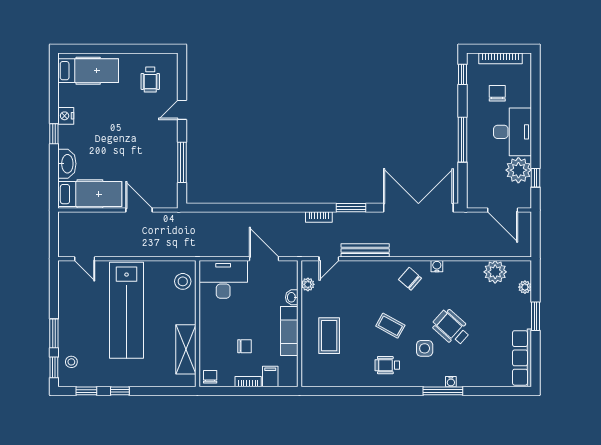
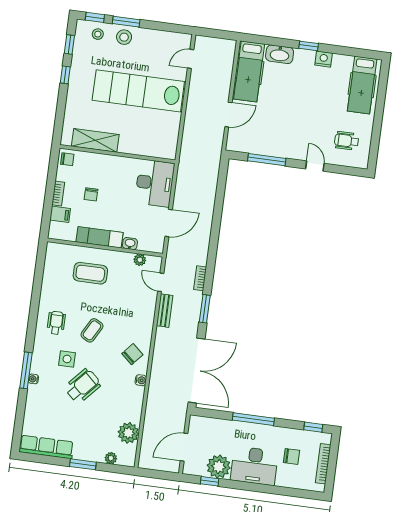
bench: (365, 250) -> (165, 311), width x0.73
stool: (183, 281) -> (124, 37), moved

